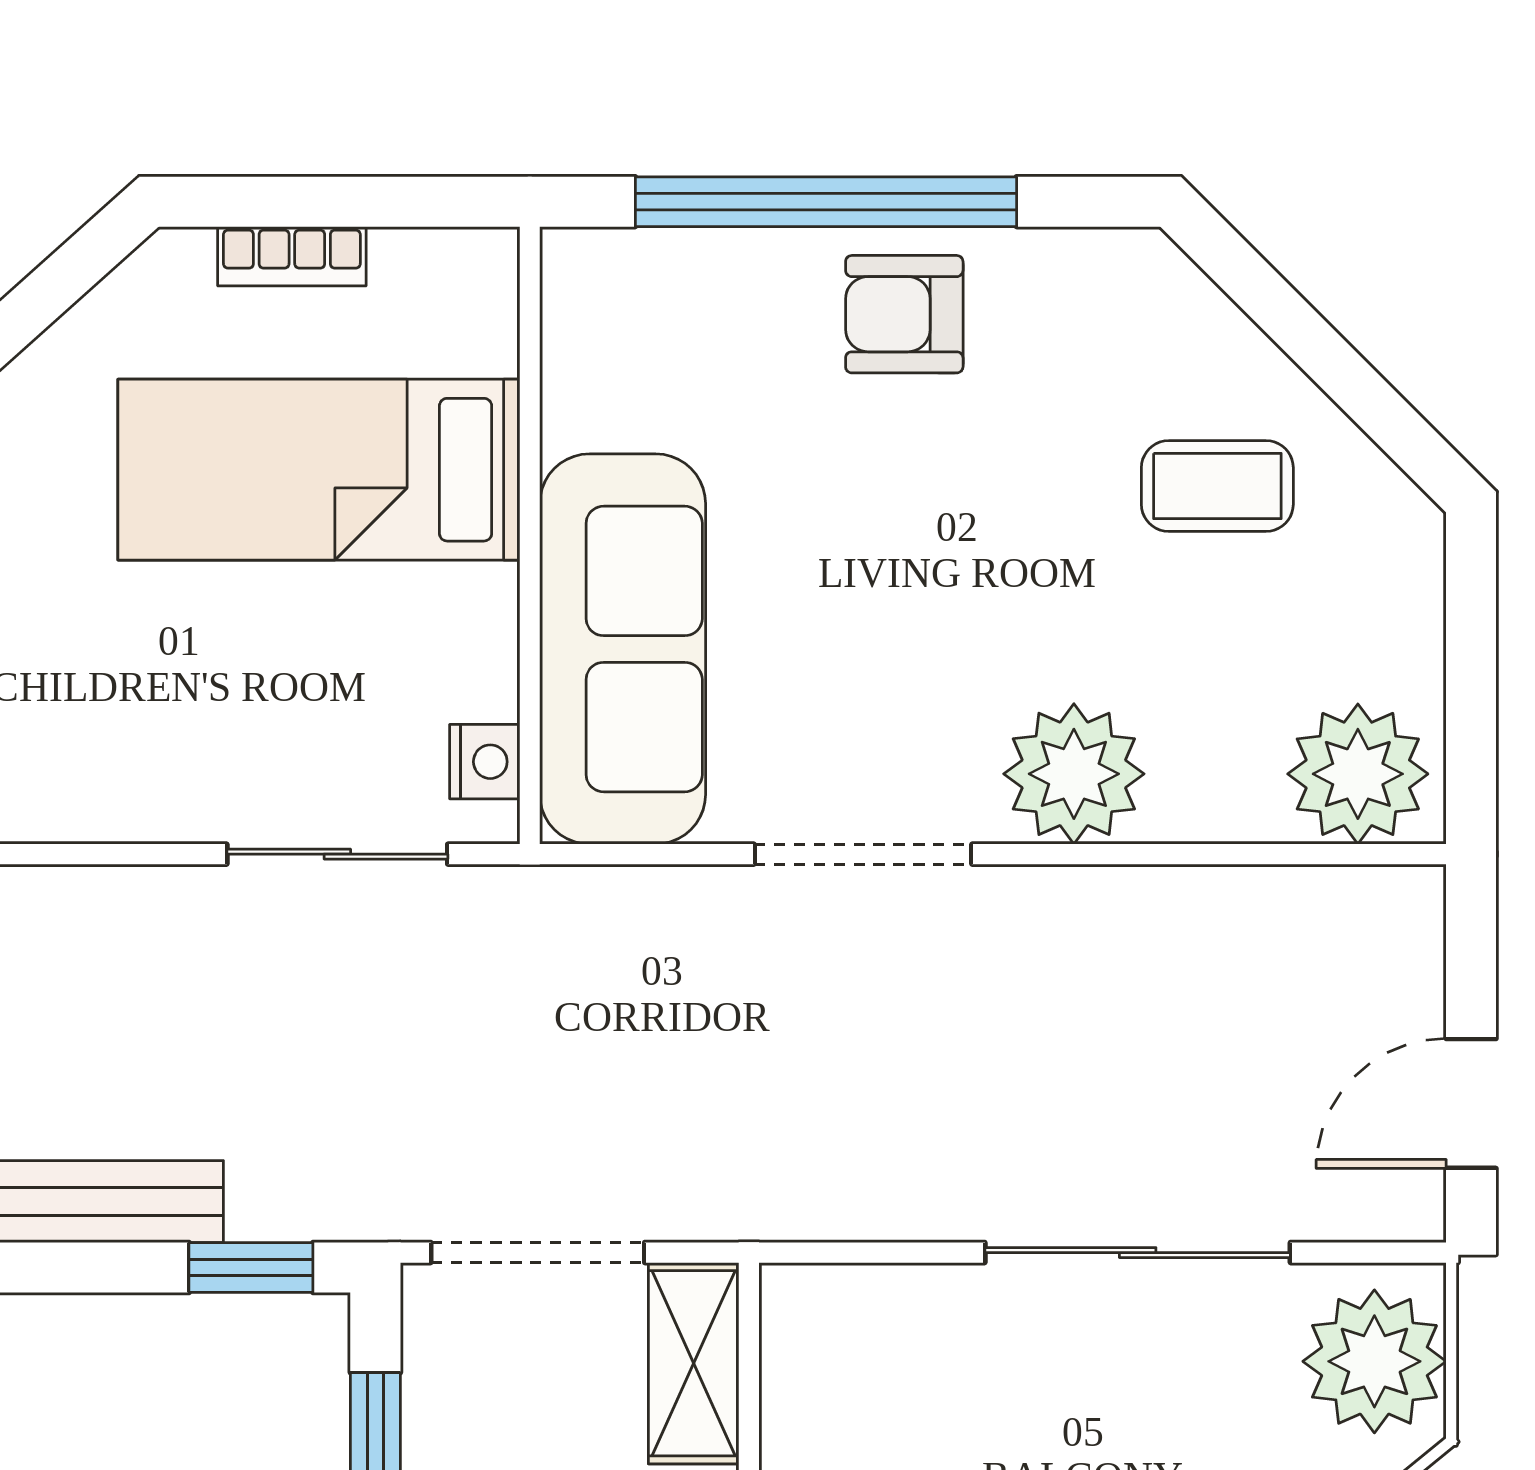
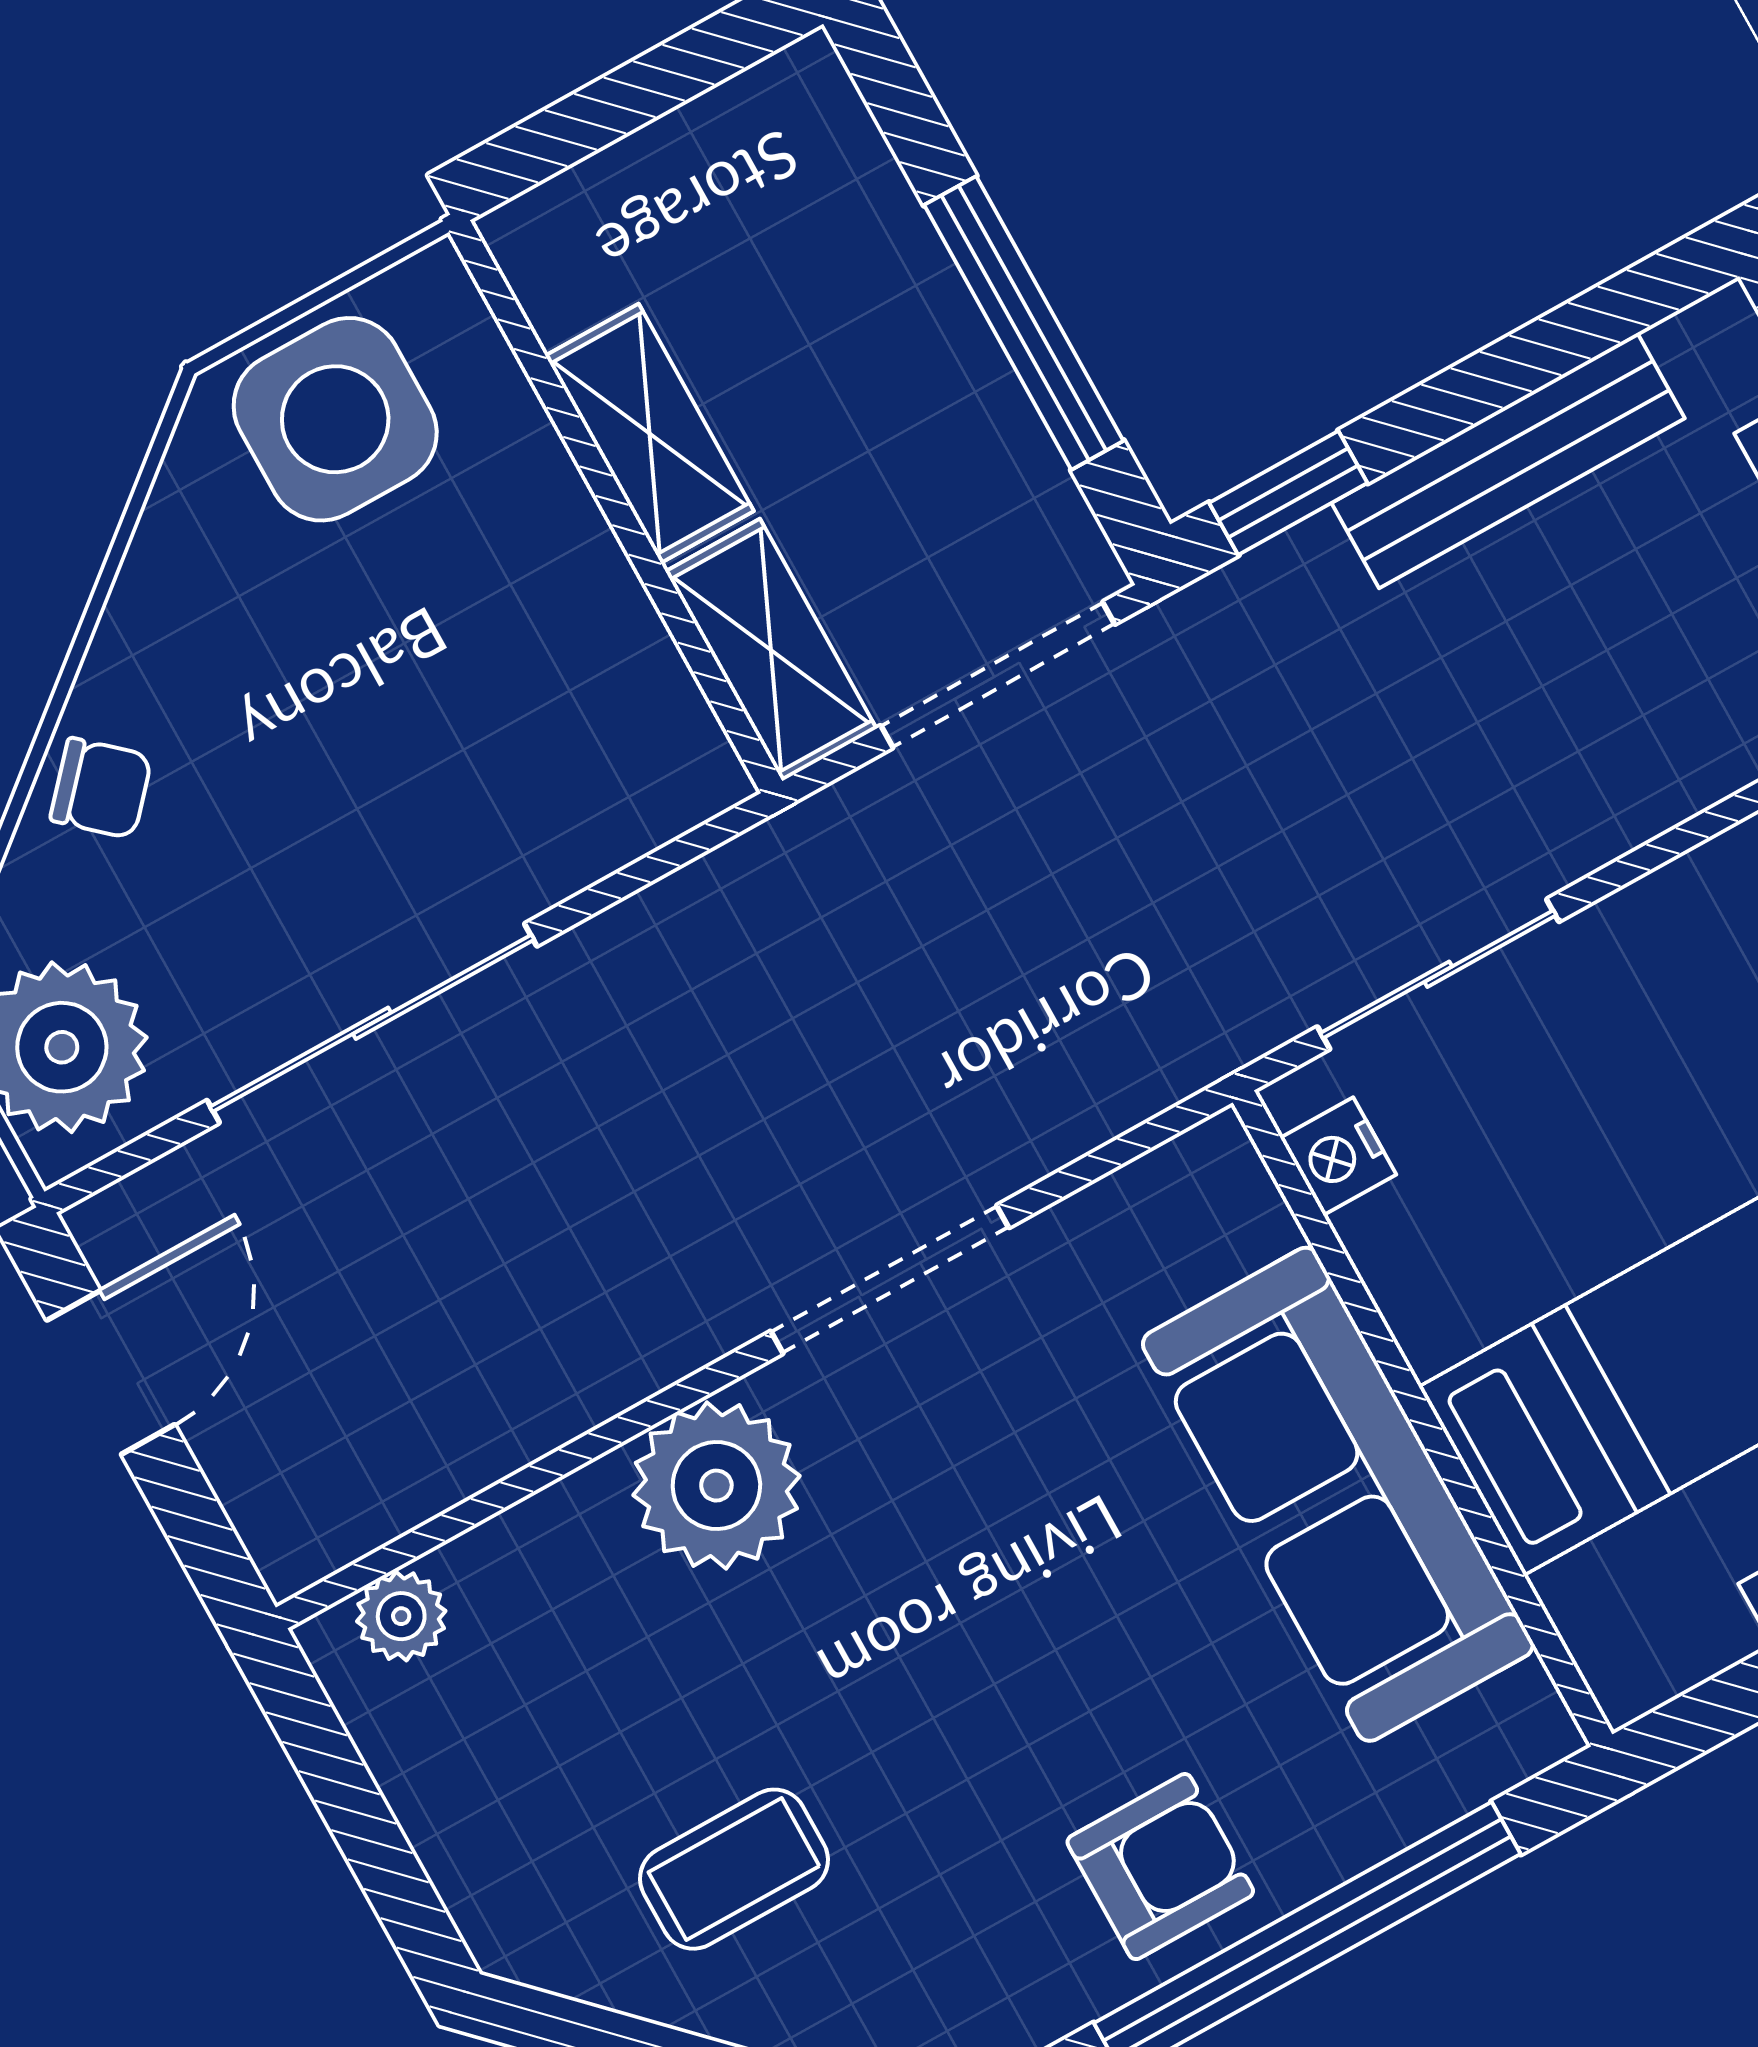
sofa: (623, 649) -> (1338, 1494), moved
plant: (1358, 774) -> (401, 1616), width x0.53, depth x0.53

